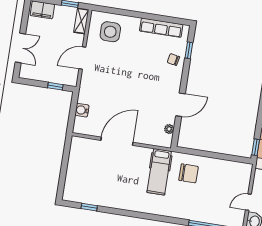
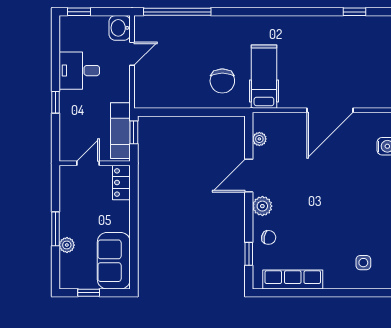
side table: (110, 32) -> (363, 263), width x0.54, depth x0.54
plant: (174, 82) -> (262, 206), added
chair: (189, 173) -> (222, 81), turned -90

